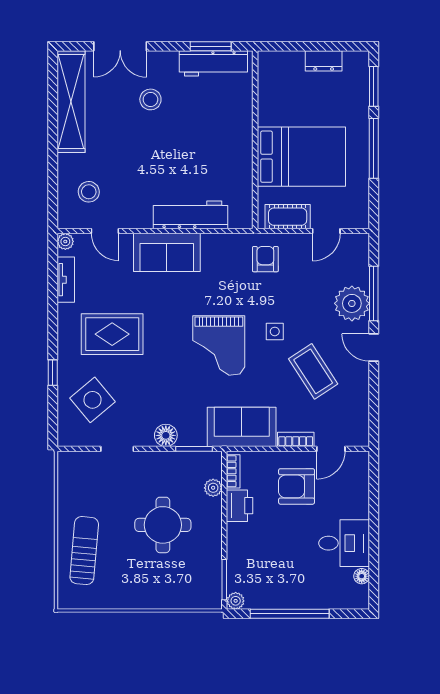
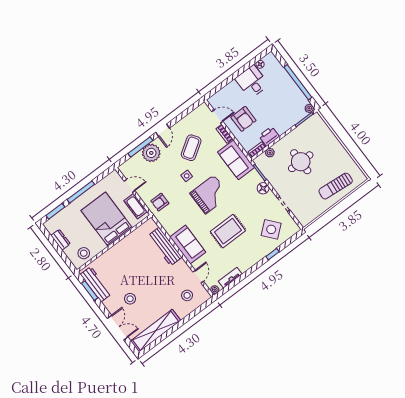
stool: (275, 81) -> (84, 253), added
rug: (112, 334) -> (228, 231), moved, turned 90

